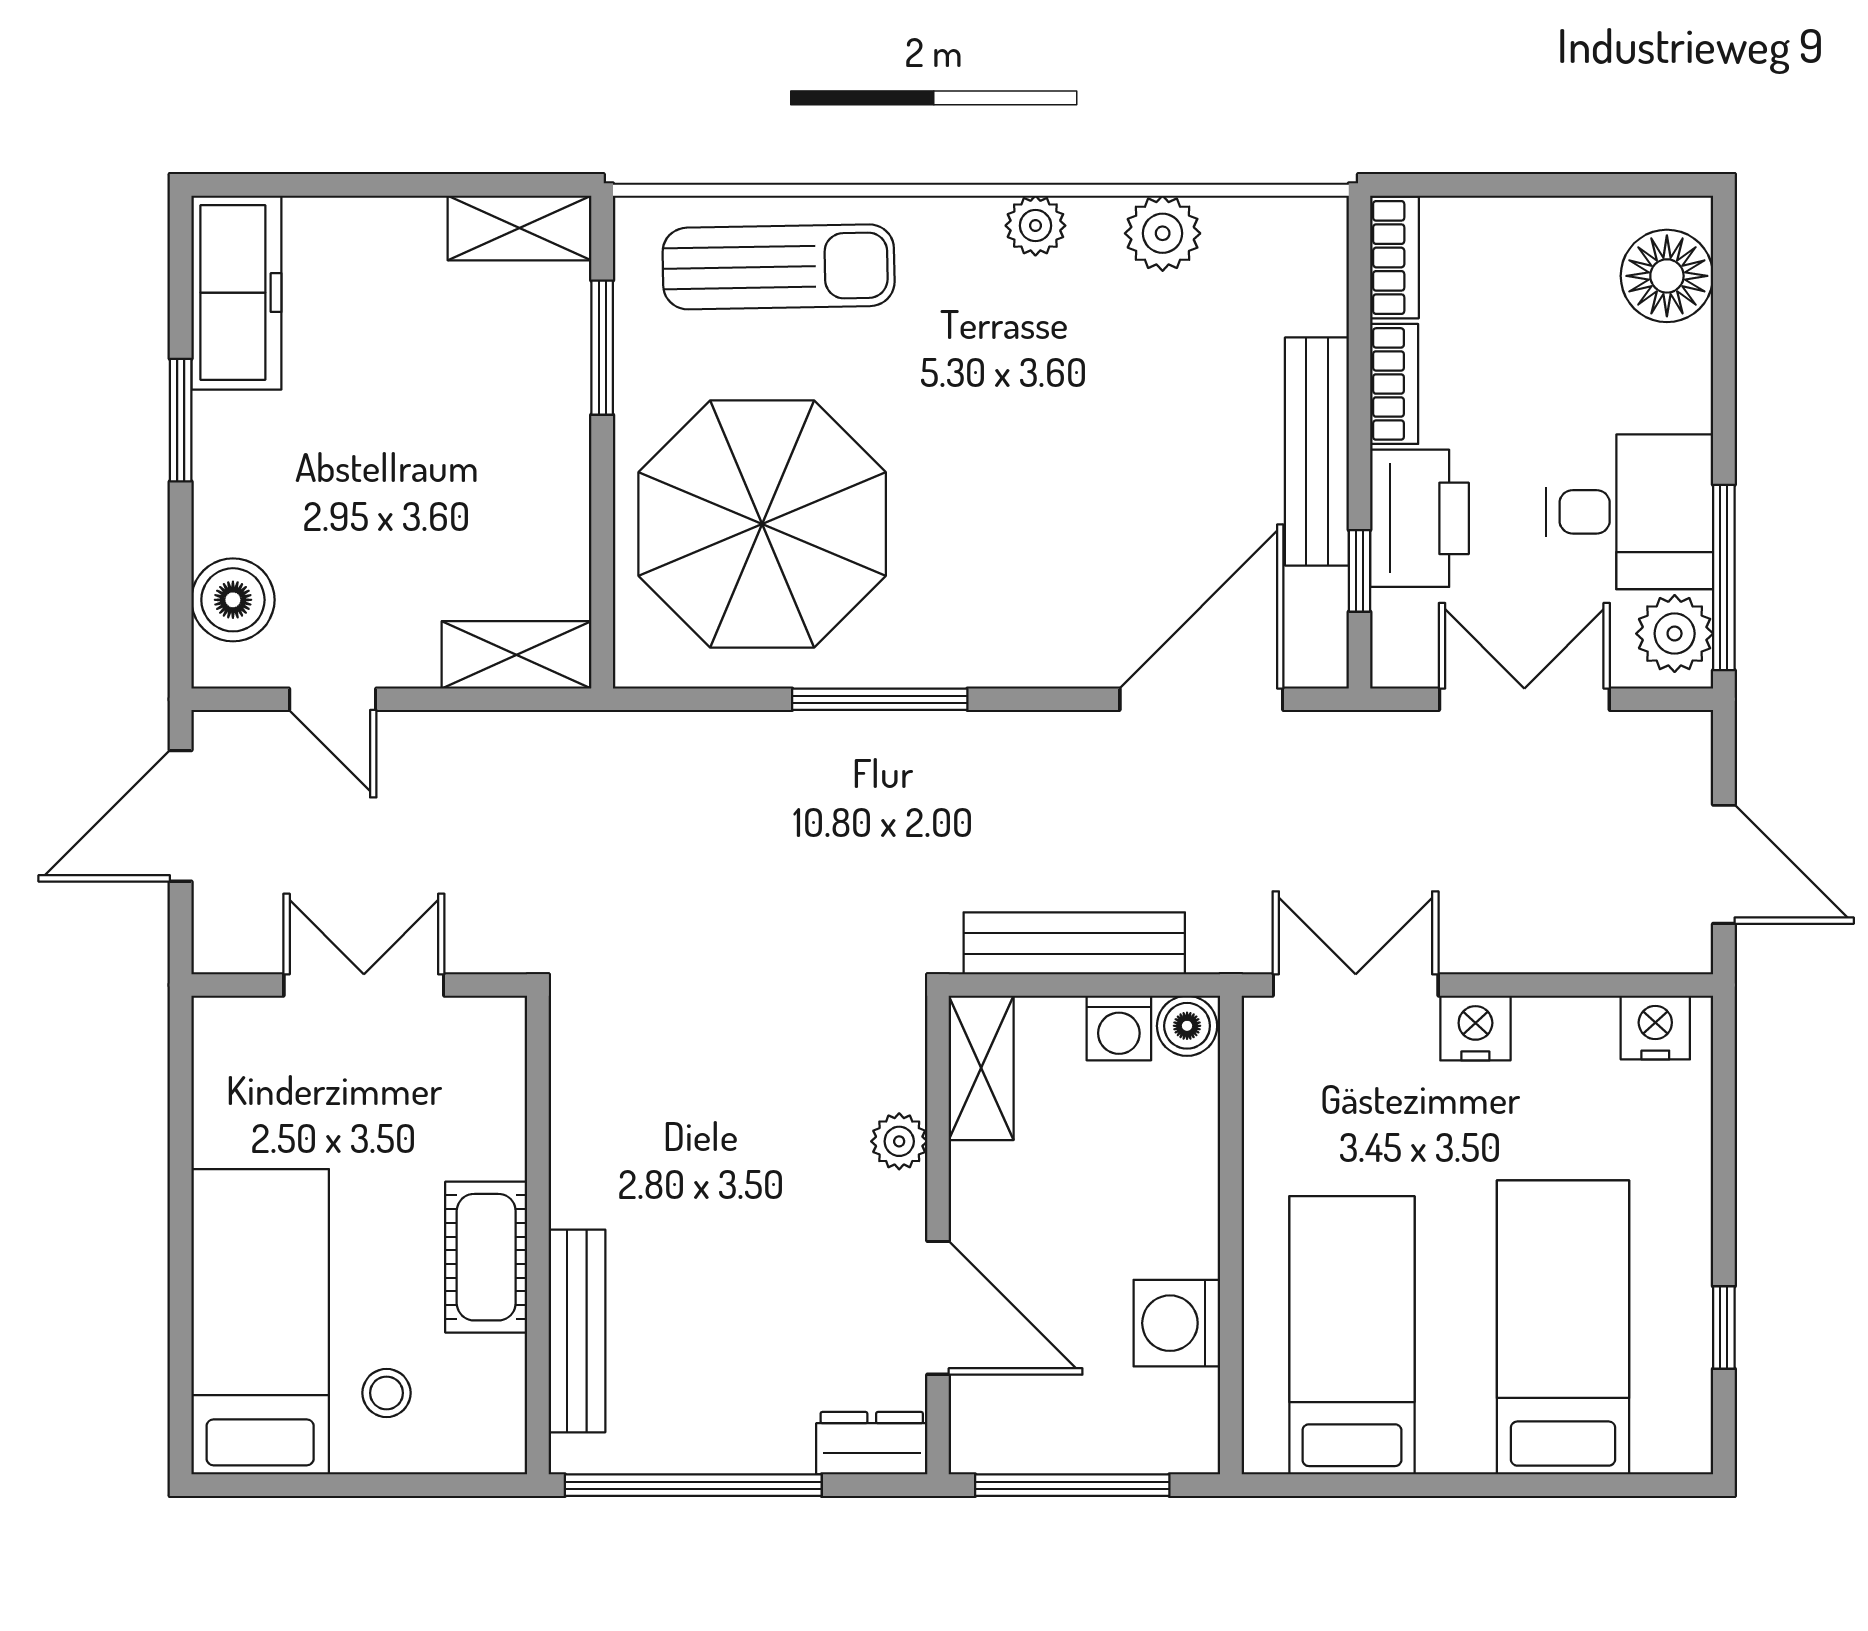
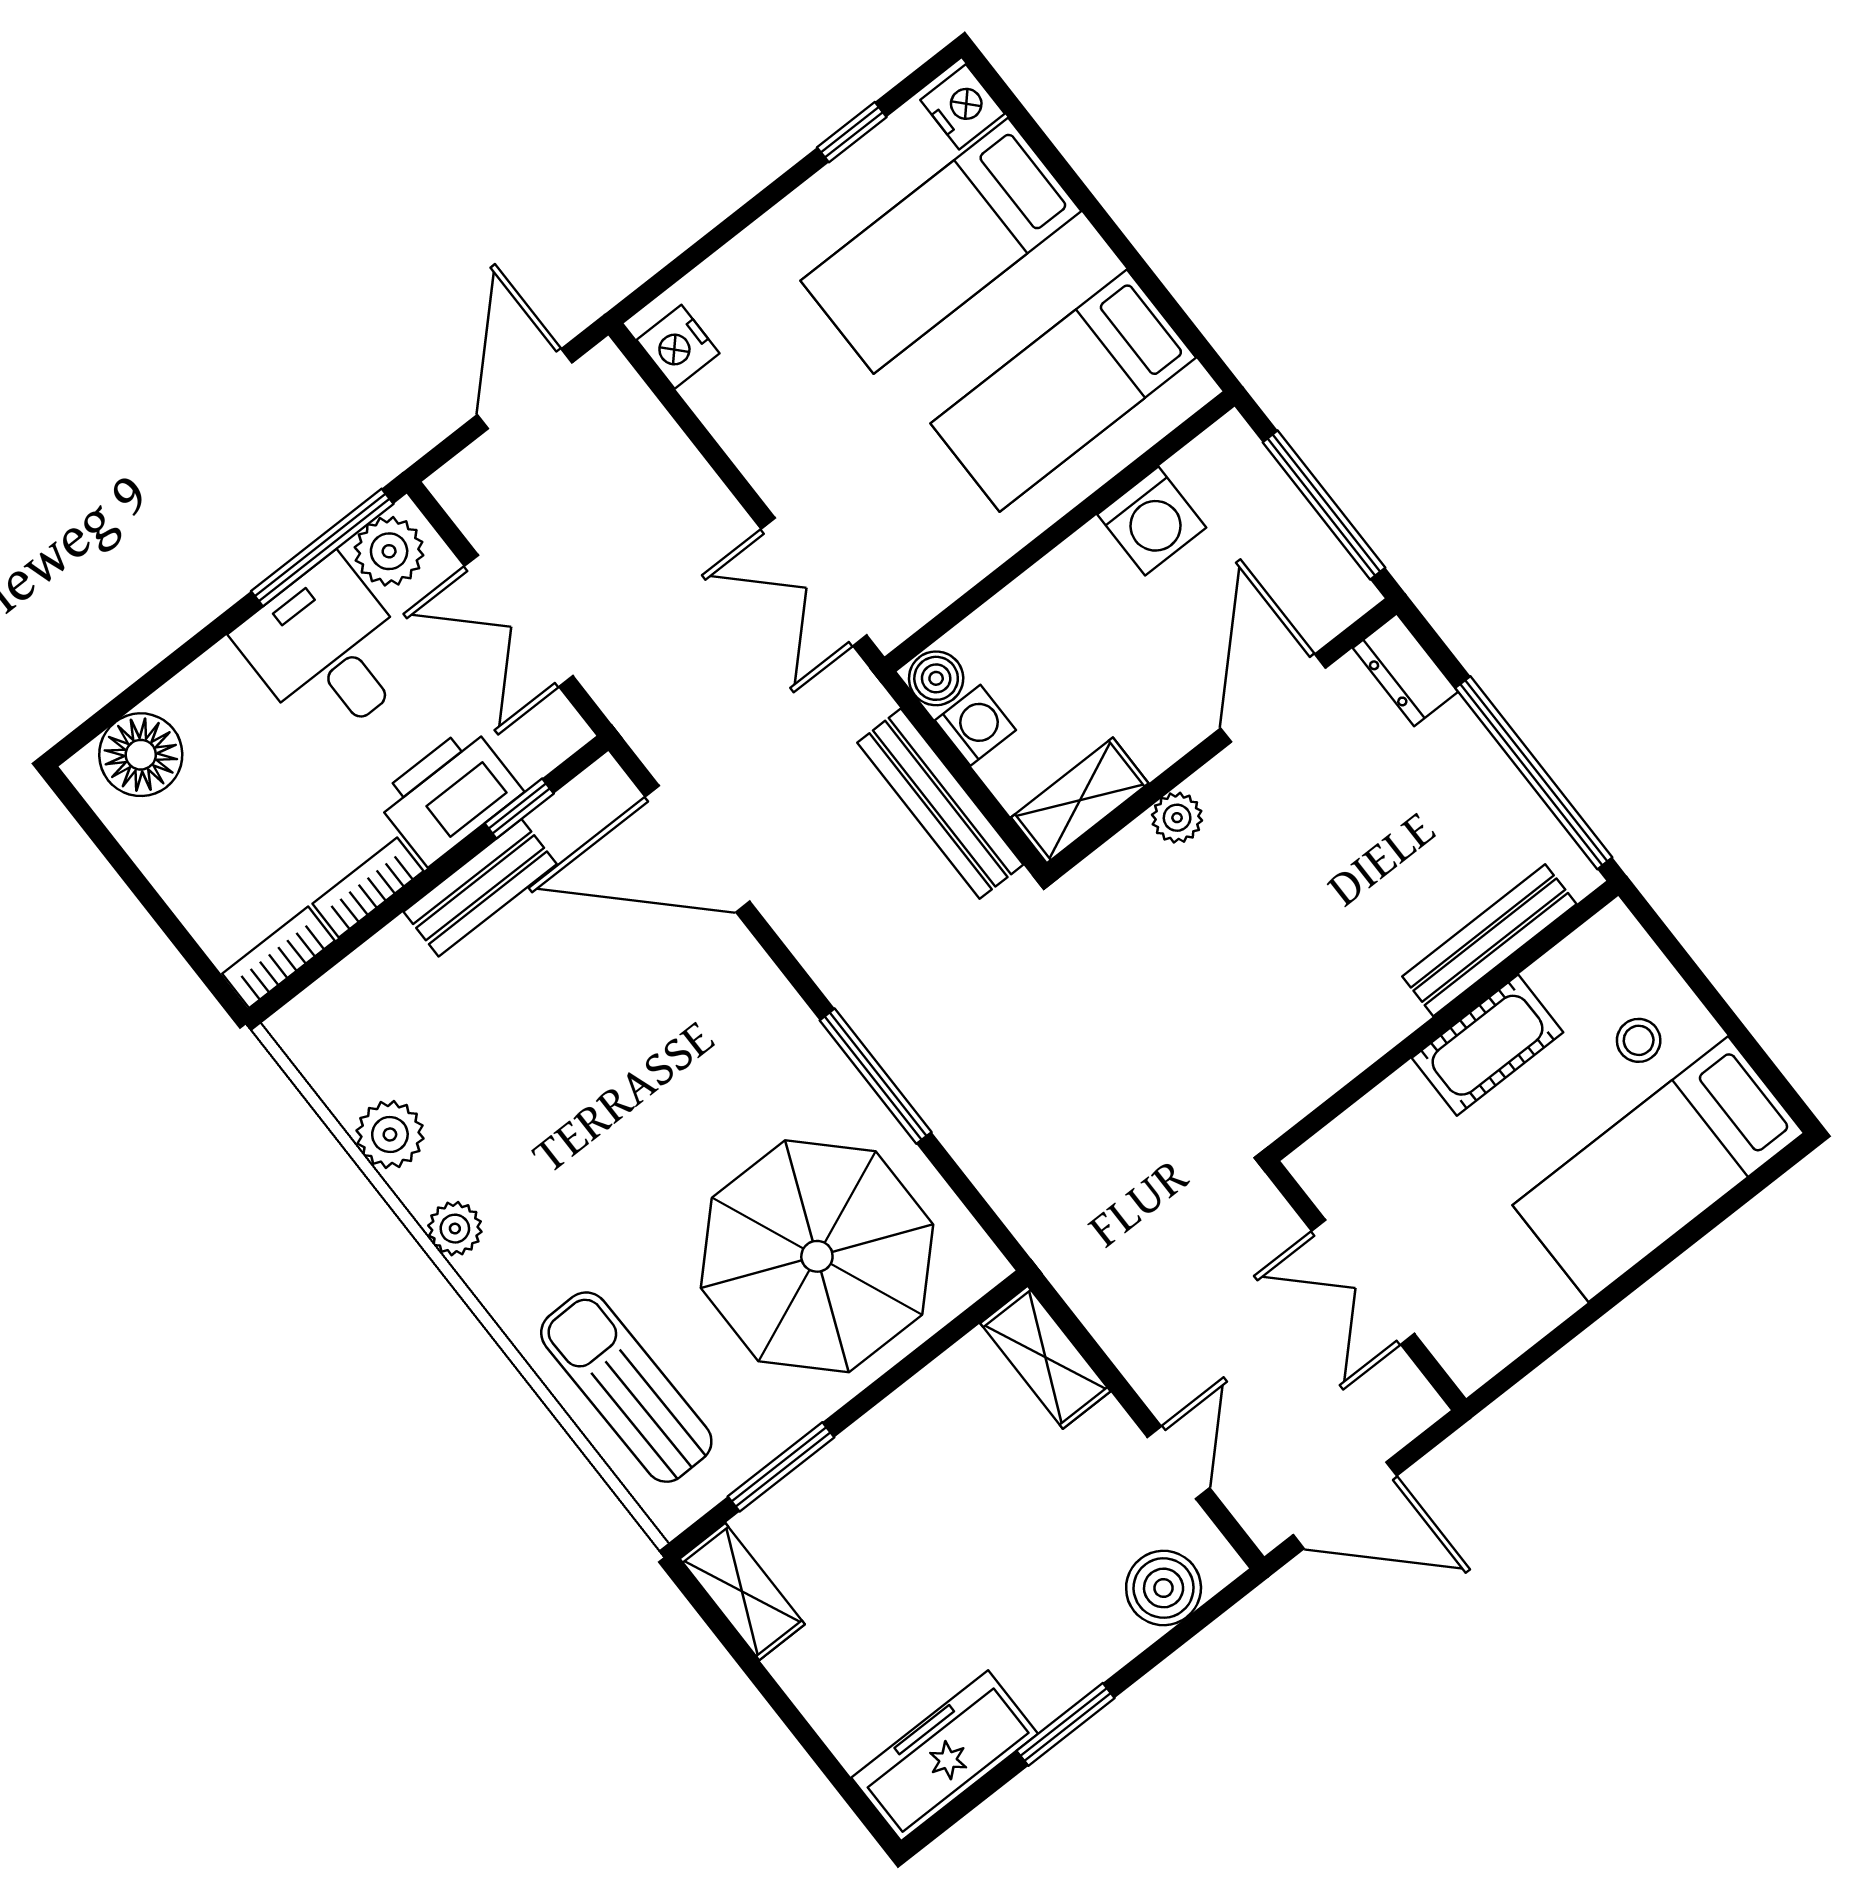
bench: (1317, 452) -> (480, 888), width x0.73
nightstand: (1475, 1028) -> (963, 107), moved, turned 180

